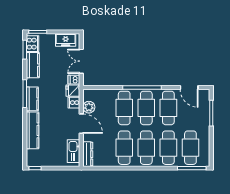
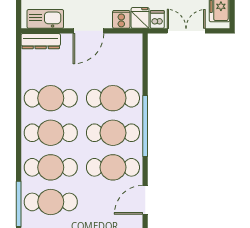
plant: (89, 107) -> (114, 43), removed

